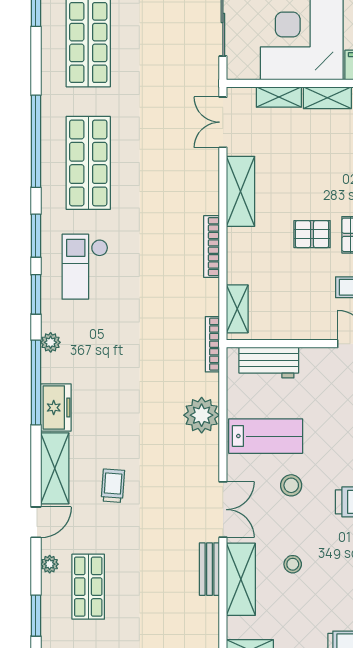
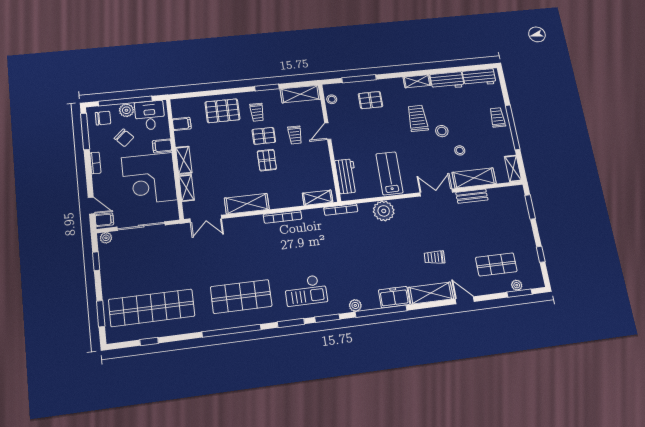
stool: (291, 485) -> (442, 131), moved
plant: (50, 564) -> (517, 285), moved

